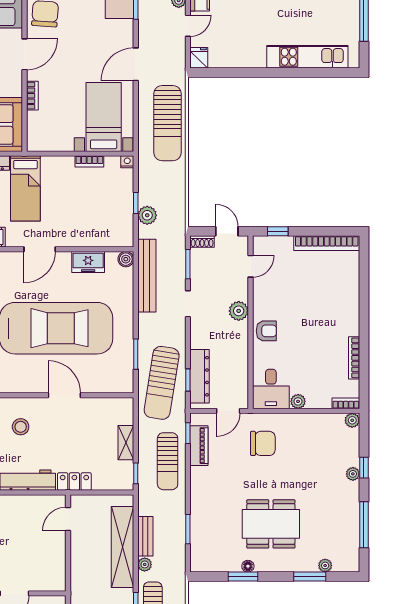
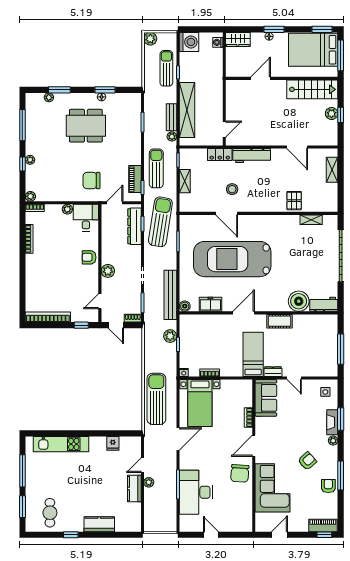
fridge: (199, 58) -> (113, 443), moved
stool: (21, 427) -> (232, 189), moved
plant: (145, 564) -> (172, 136), moved

